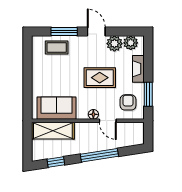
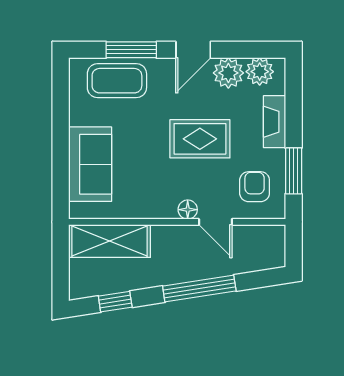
door: (96, 31) -> (193, 50), swing flipped
coffee table: (57, 48) -> (117, 81), width x1.36, depth x1.30
sofa: (56, 108) -> (90, 164), moved, turned 90

